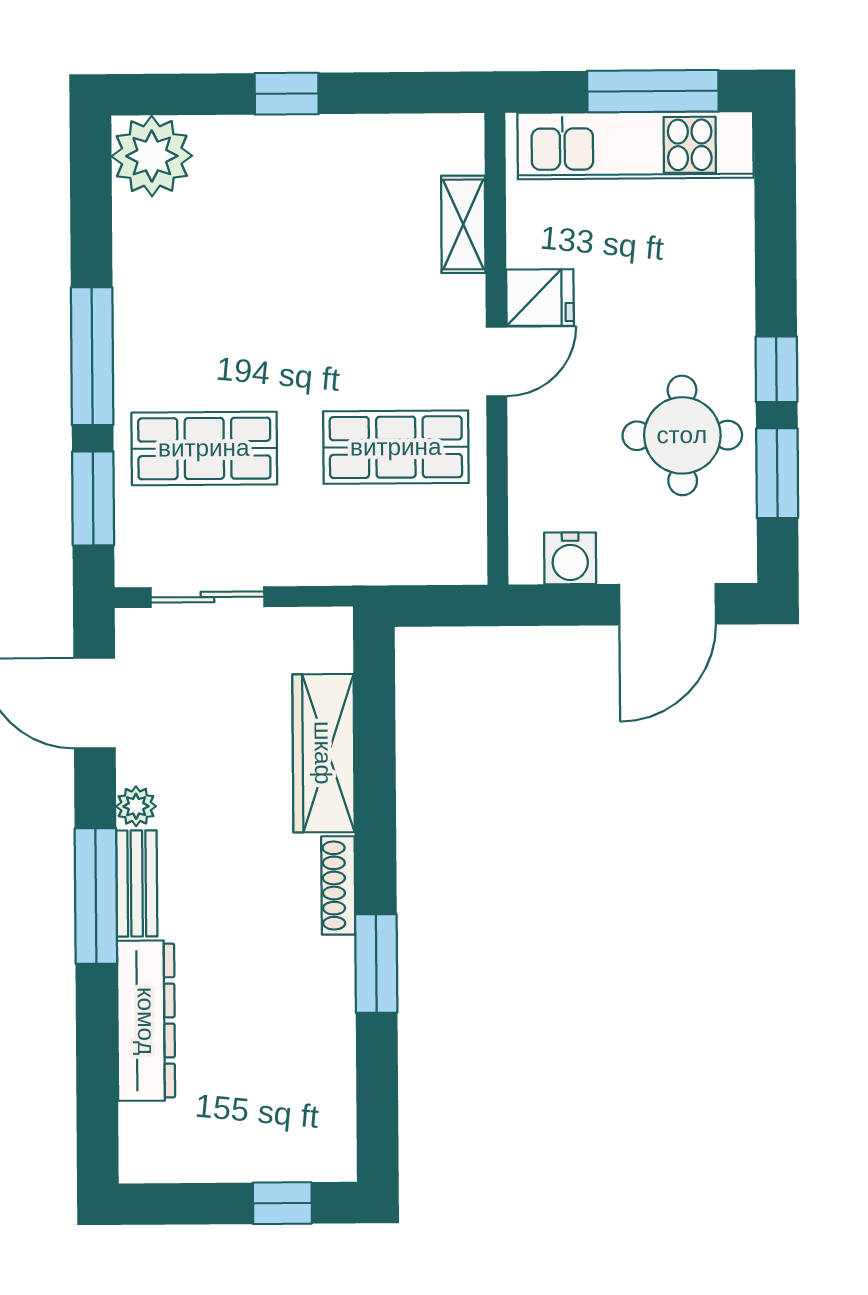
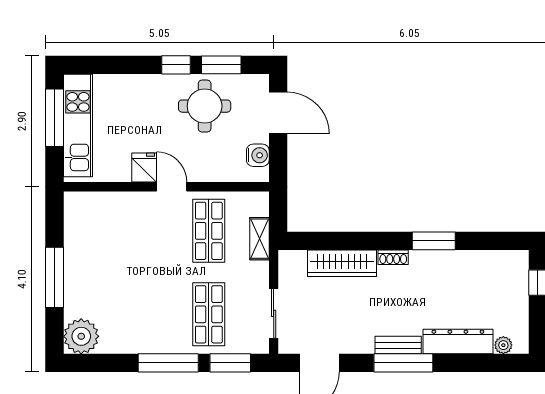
window: (287, 94) -> (54, 277), width x2.17
shelving: (463, 224) -> (260, 239), moved, turned 90
plant: (136, 806) -> (503, 345), moved
shoe rack: (338, 885) -> (393, 257), width x0.70

